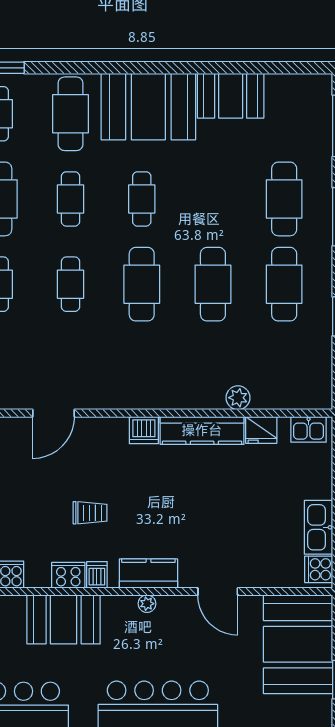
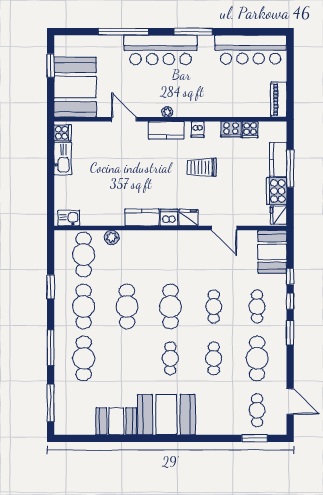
cafe table: (71, 114) -> (84, 255), moved
door: (53, 413) -> (224, 228), swing flipped
kitchen counter: (202, 430) -> (142, 217), width x0.67
fridge: (261, 430) -> (189, 218), moved
trolley: (90, 513) -> (202, 167), width x1.36, depth x1.39
cooker: (68, 575) -> (231, 129), moved
booth: (64, 619) -> (218, 102), removed

